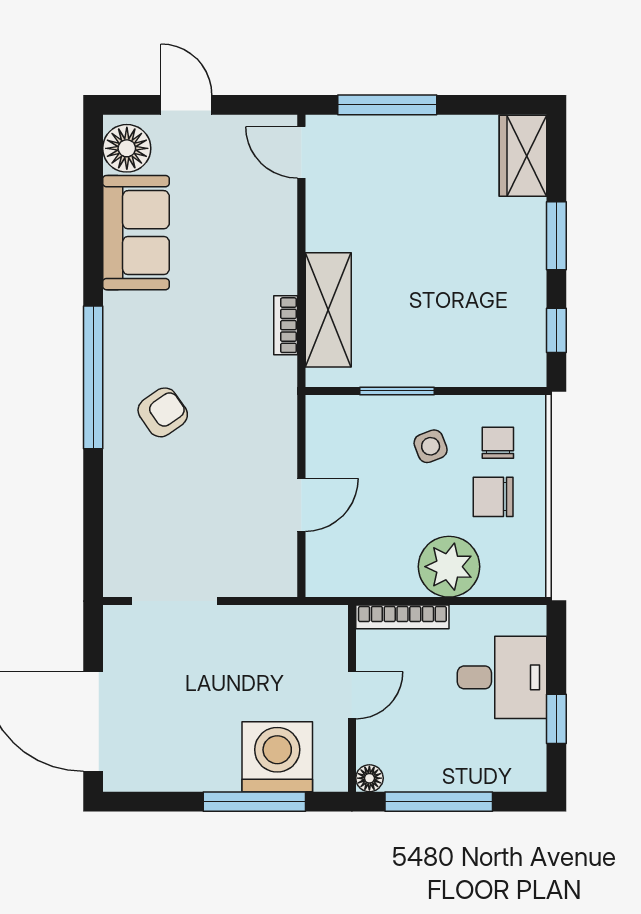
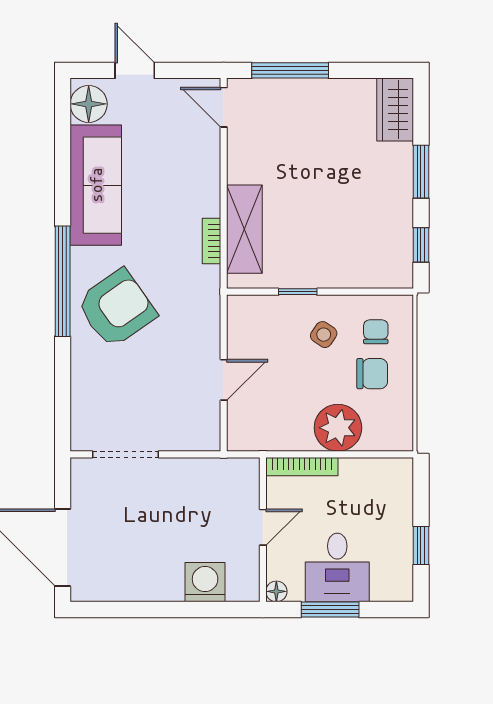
sofa: (136, 233) -> (96, 185), width x1.36
window: (397, 391) -> (298, 292), width x0.67
armchair: (163, 412) -> (116, 308), width x1.88, depth x1.88
side table: (431, 446) -> (324, 335), turned -35
chair: (493, 497) -> (372, 374), turned 180
desk: (502, 677) -> (337, 567), moved, turned 90
washing machine: (277, 757) -> (205, 582), width x0.73, depth x0.73
window: (254, 802) -> (187, 609), removed
window: (439, 802) -> (330, 609), width x0.69

